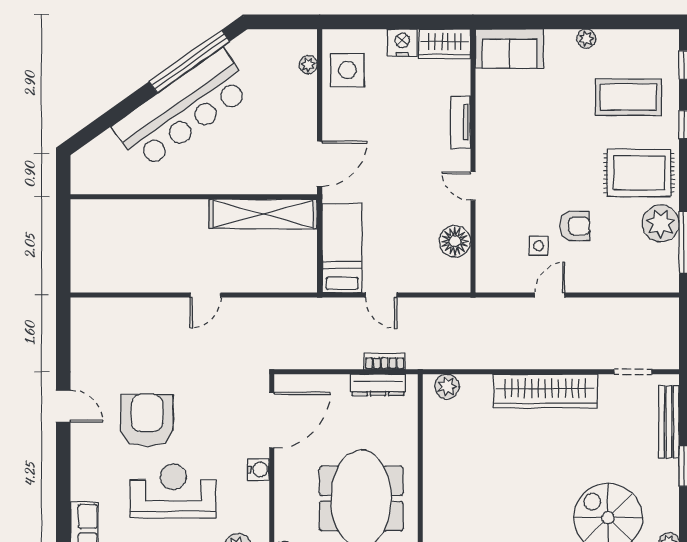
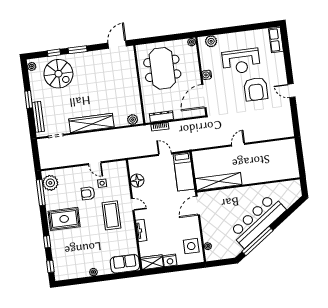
coffee table: (628, 97) -> (111, 215), moved, turned 90
plant: (661, 223) -> (50, 183), moved
door: (550, 295) -> (95, 163), hinge flipped

